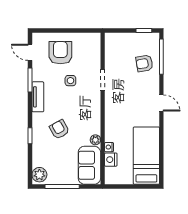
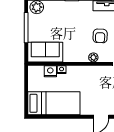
armchair: (59, 129) -> (100, 36), moved, turned 121
plant: (95, 140) -> (93, 57), moved

